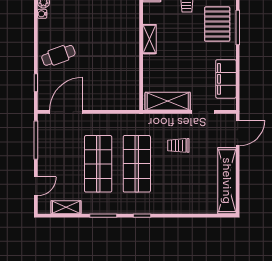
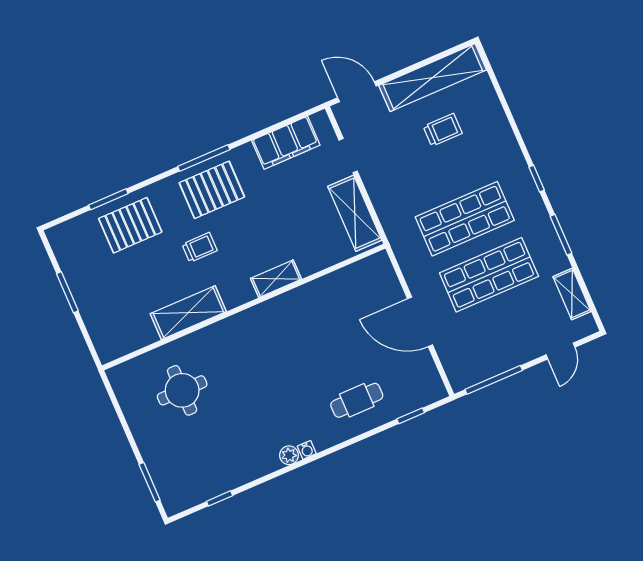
cafe table: (58, 55) -> (357, 400), turned -70
door: (66, 112) -> (420, 322), moved
trolley: (178, 145) -> (443, 130), moved, turned -90
door: (36, 186) -> (560, 351), swing flipped

